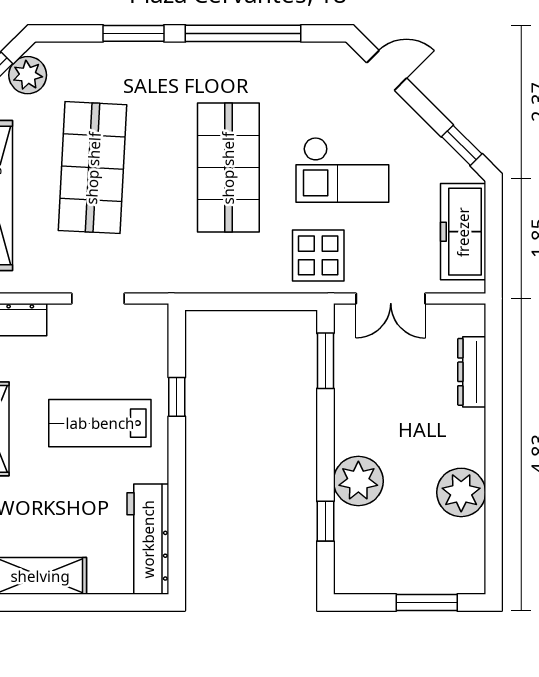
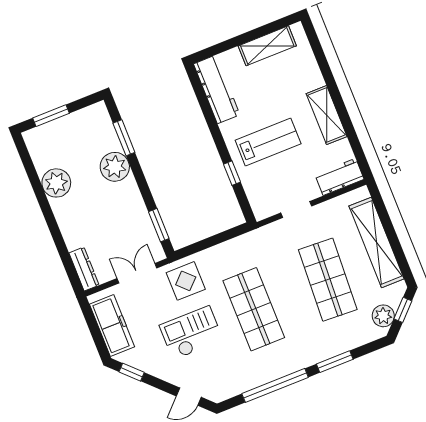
dresser: (472, 372) -> (84, 269), moved
window: (325, 521) -> (124, 138), width x1.50

